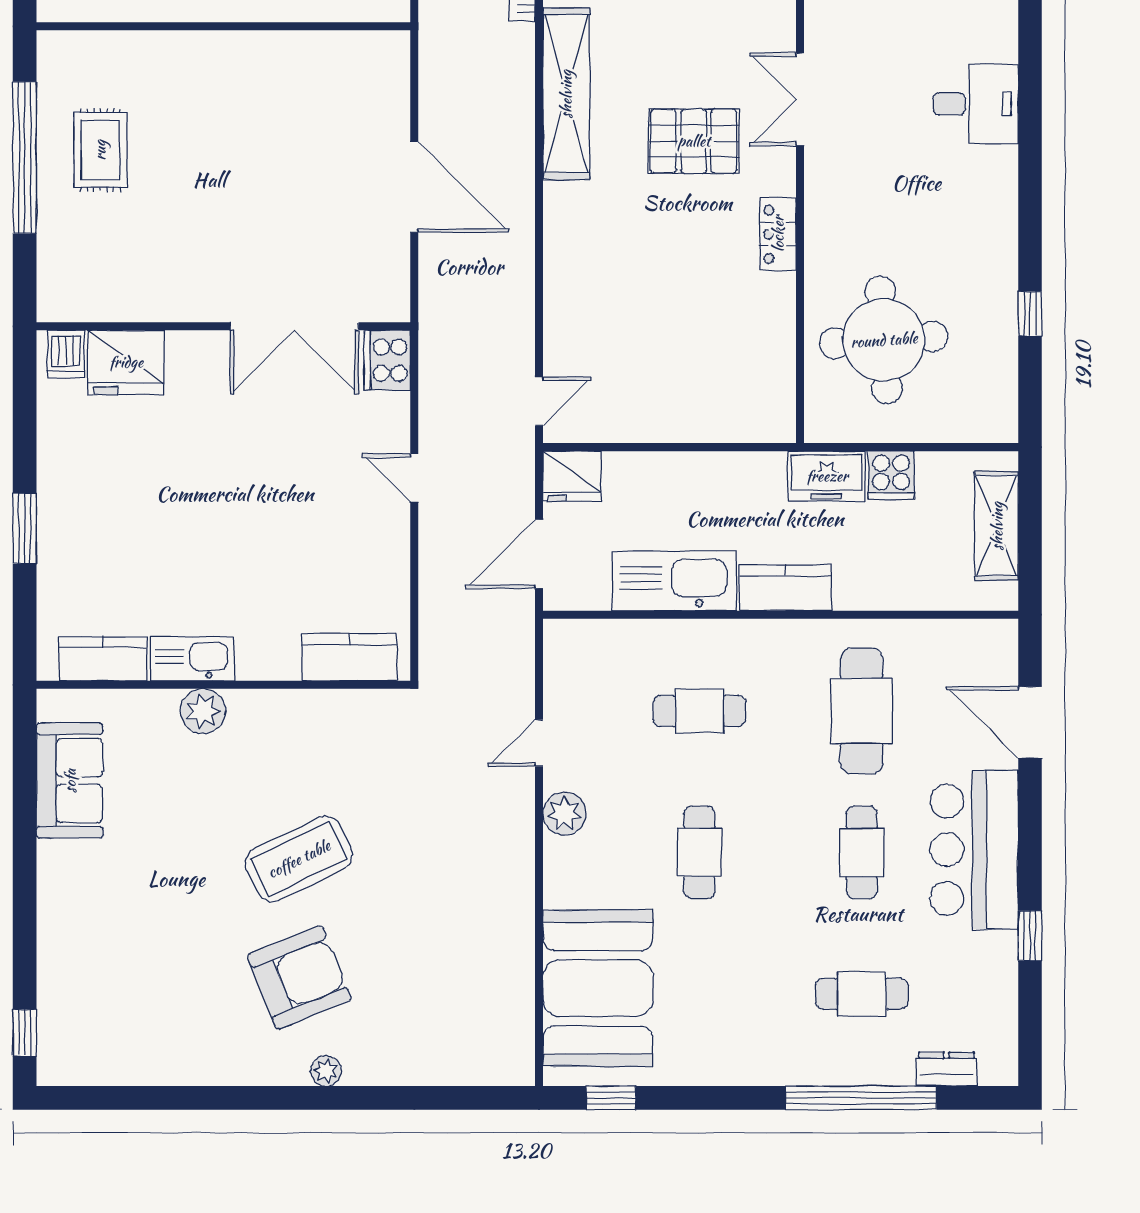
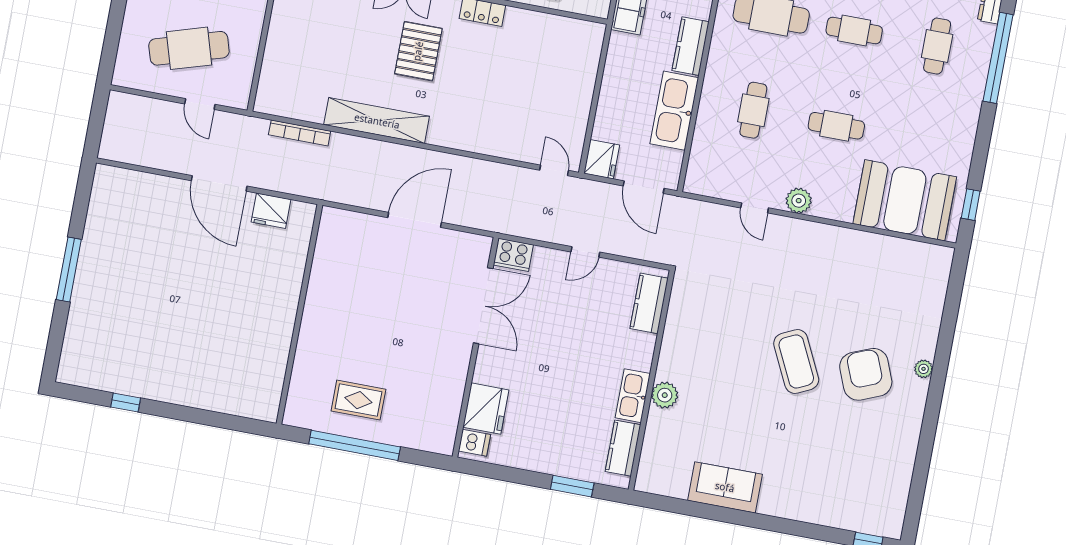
kitchen counter: (349, 657) -> (649, 303), moved
kitchen counter: (103, 659) -> (623, 448), moved
kitchen sink: (192, 659) -> (633, 396), moved
wall: (223, 685) -> (651, 380), moved
plant: (203, 711) -> (665, 395), moved

